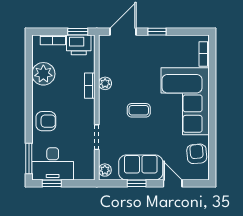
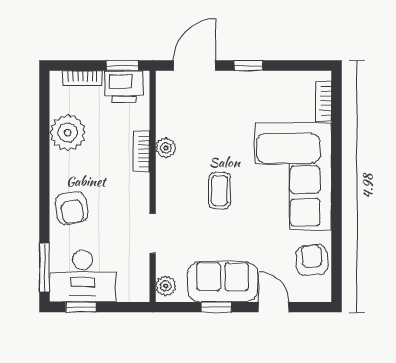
coffee table: (139, 110) -> (220, 191), turned 90
armchair: (46, 121) -> (72, 208), turned 81

